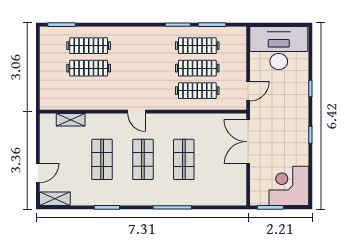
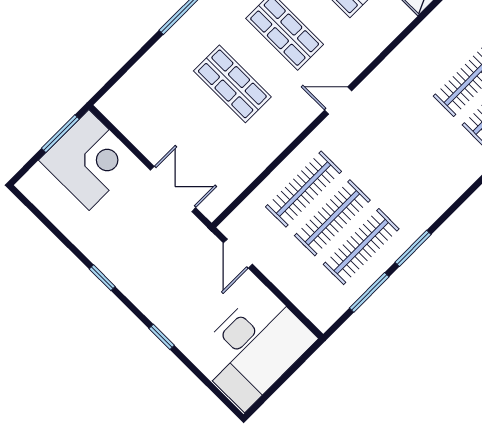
door: (137, 112) -> (338, 100), moved
double door: (248, 142) -> (173, 189), width x0.73
corner desk: (289, 186) -> (89, 160), moved

